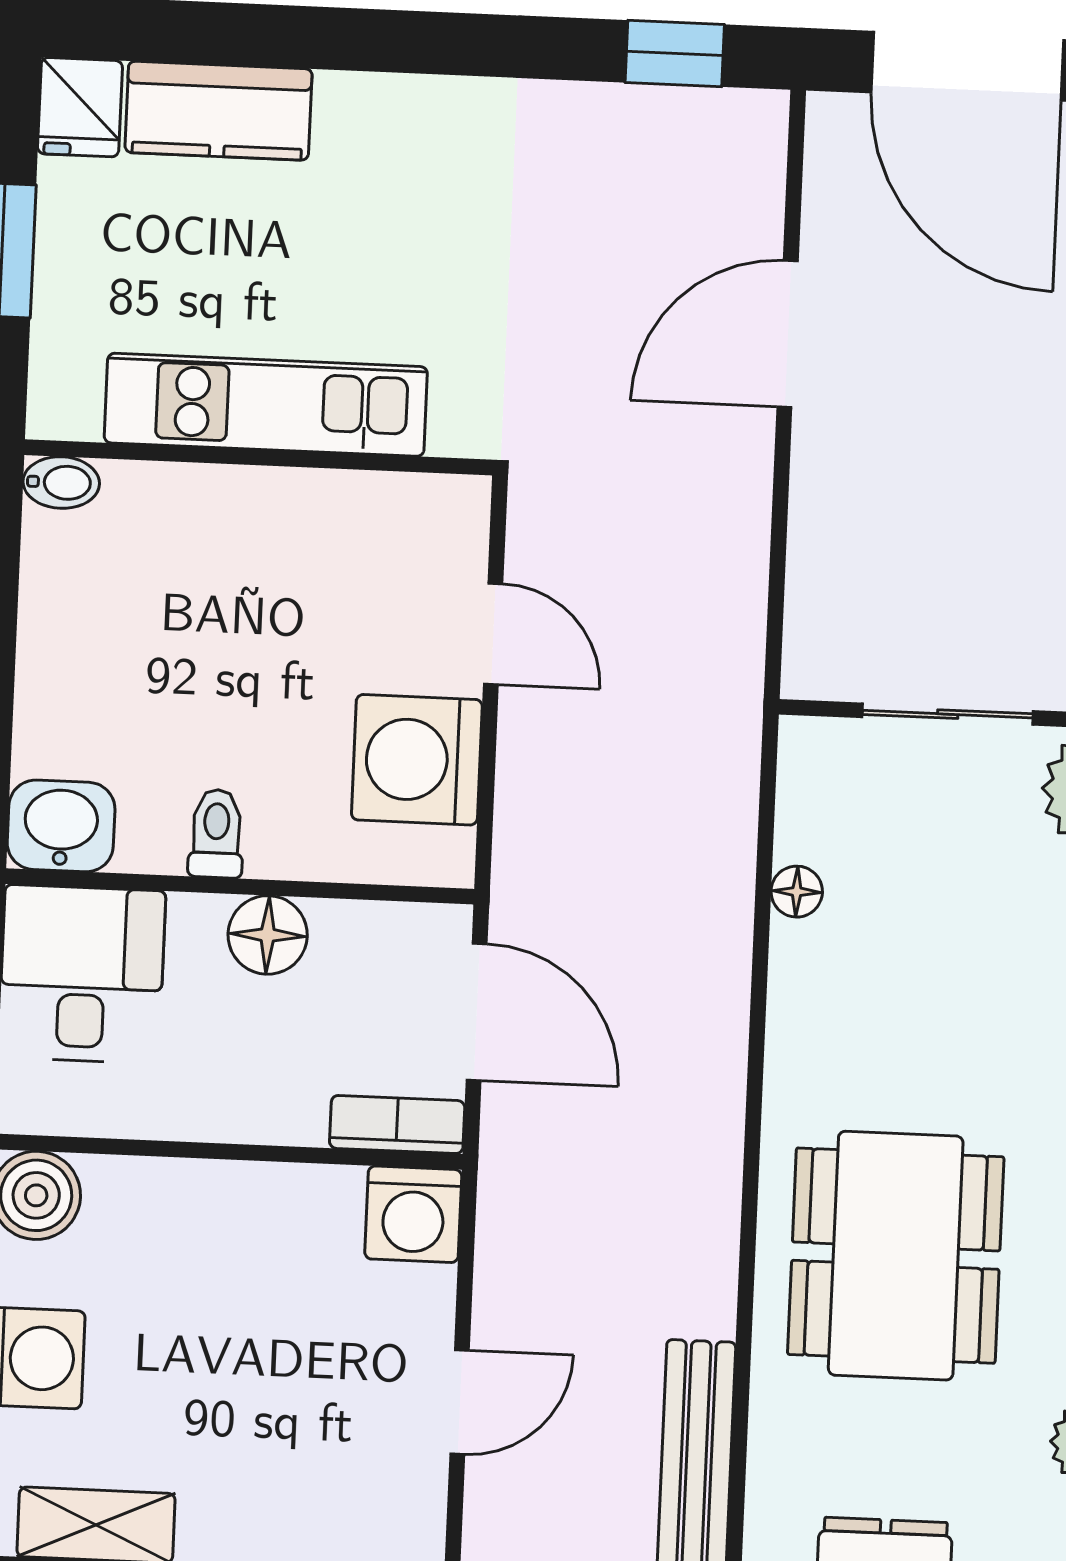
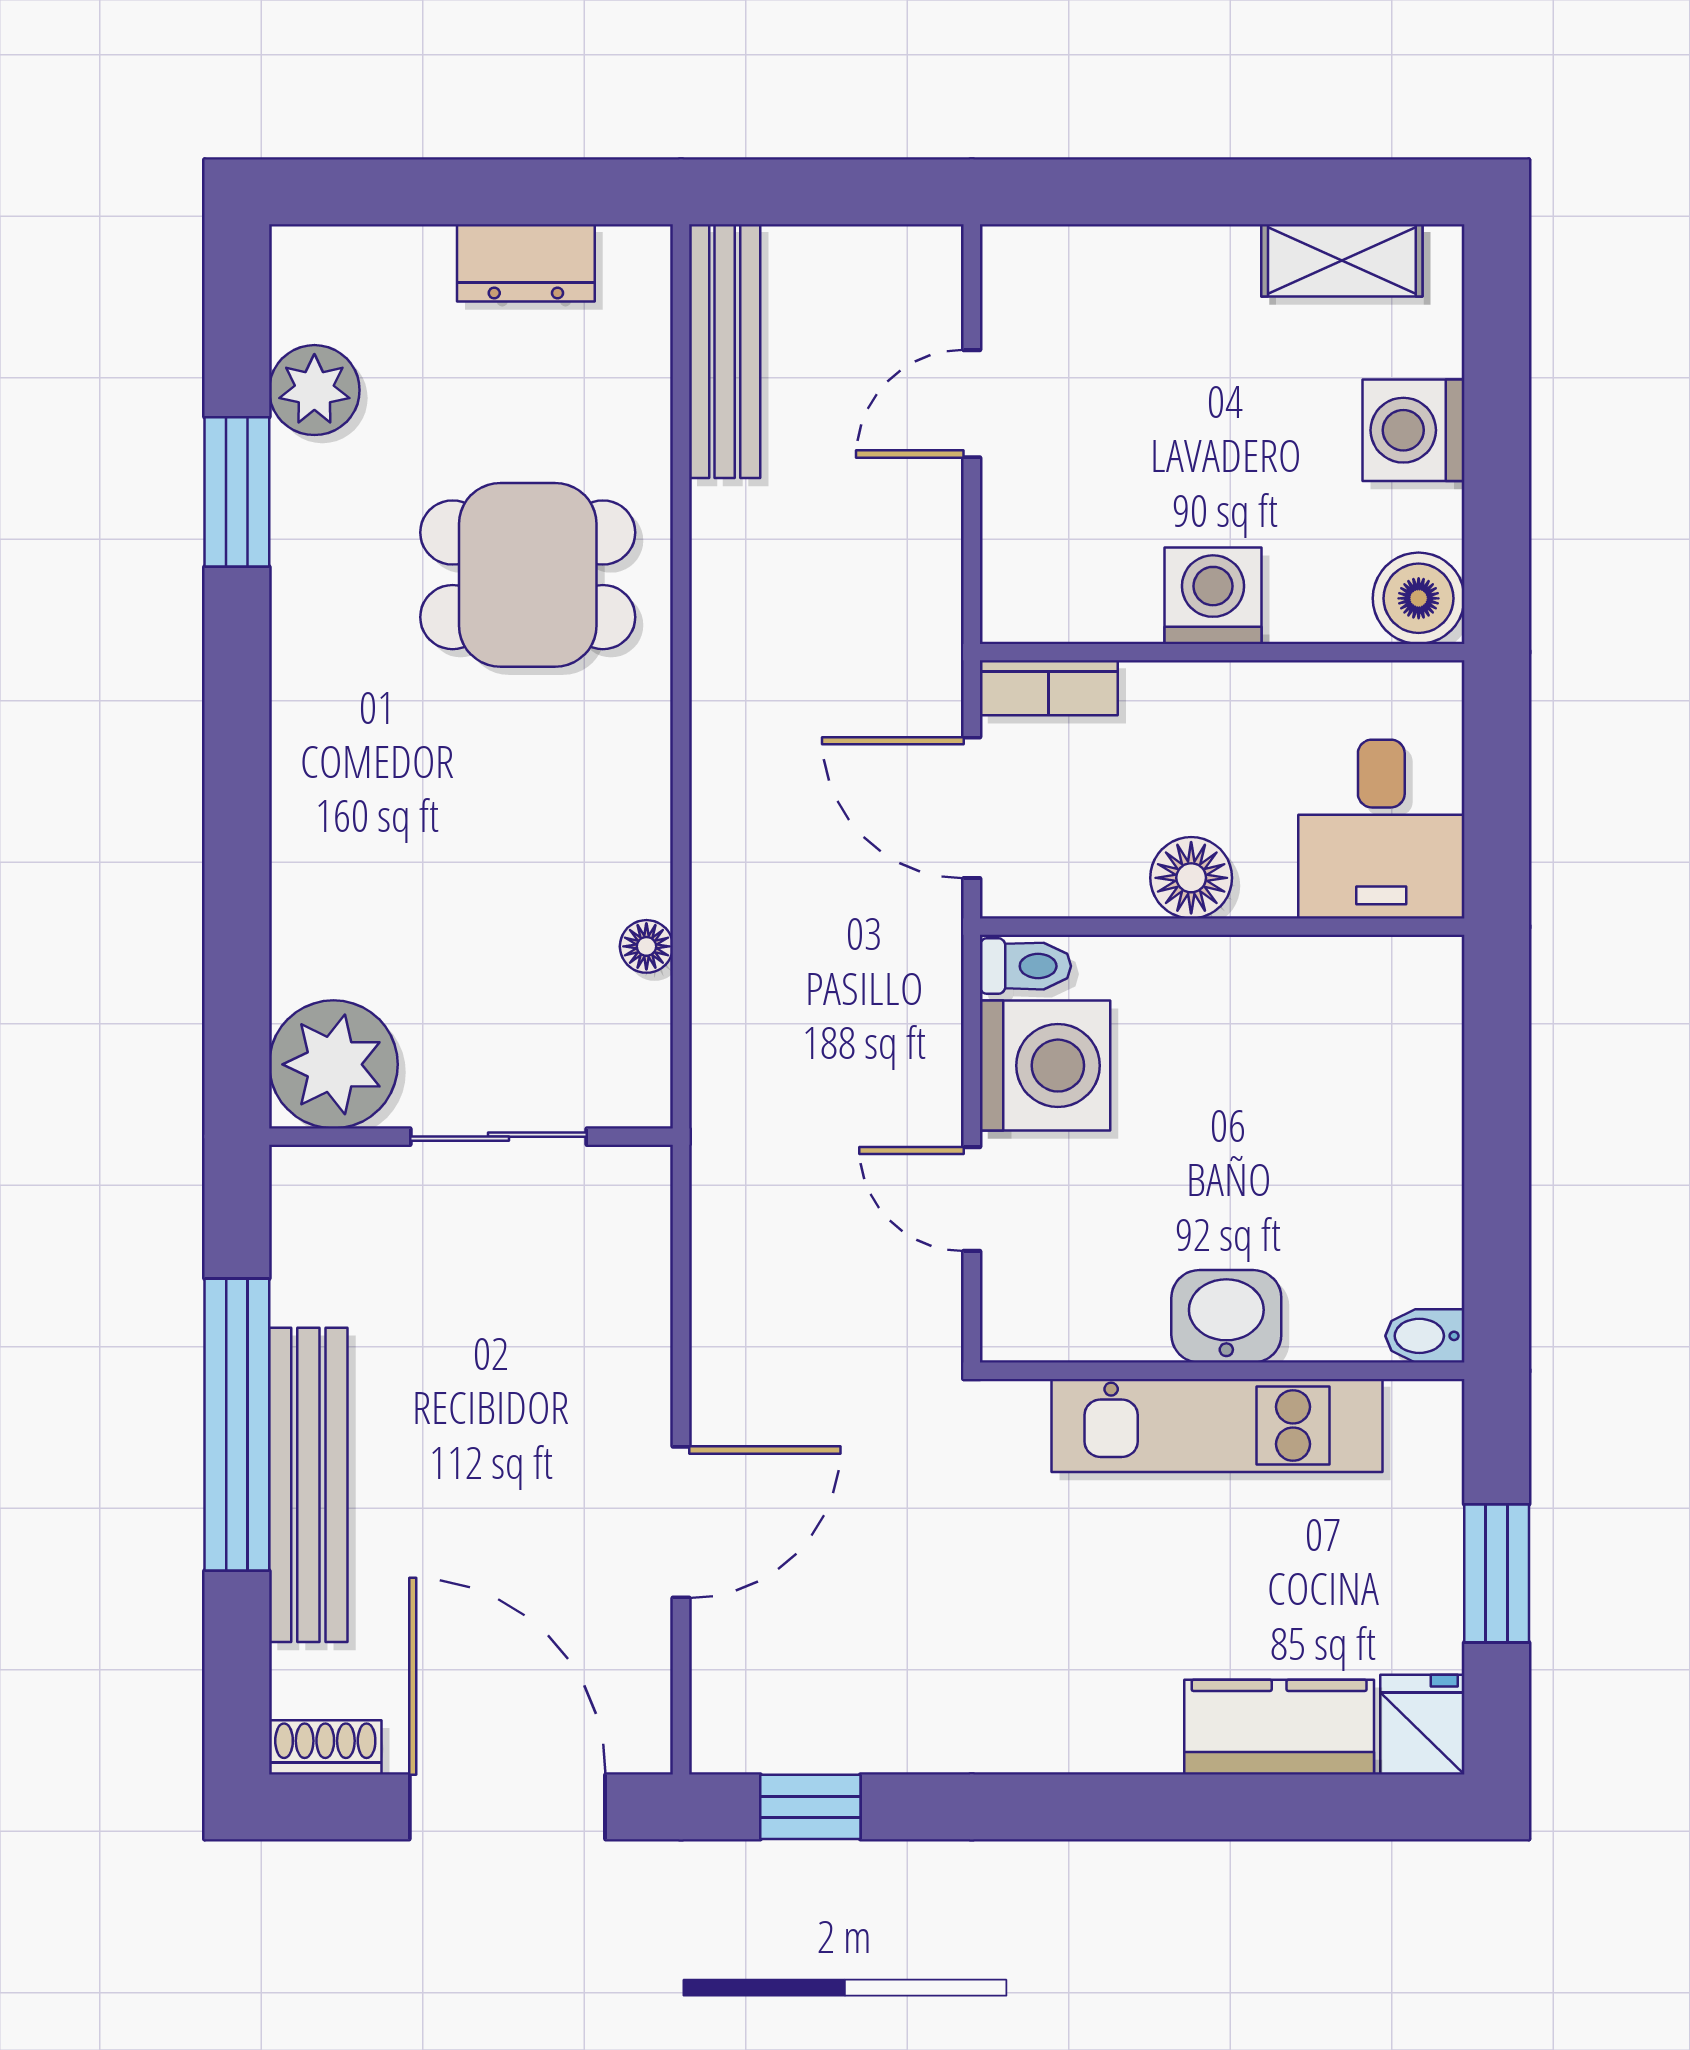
washbasin: (61, 826) -> (1226, 1316), moved, turned 180
toilet: (216, 834) -> (1025, 966), moved, turned -90
washing machine: (413, 1214) -> (1213, 596), moved
dining table: (896, 1256) -> (528, 575), width x0.73

